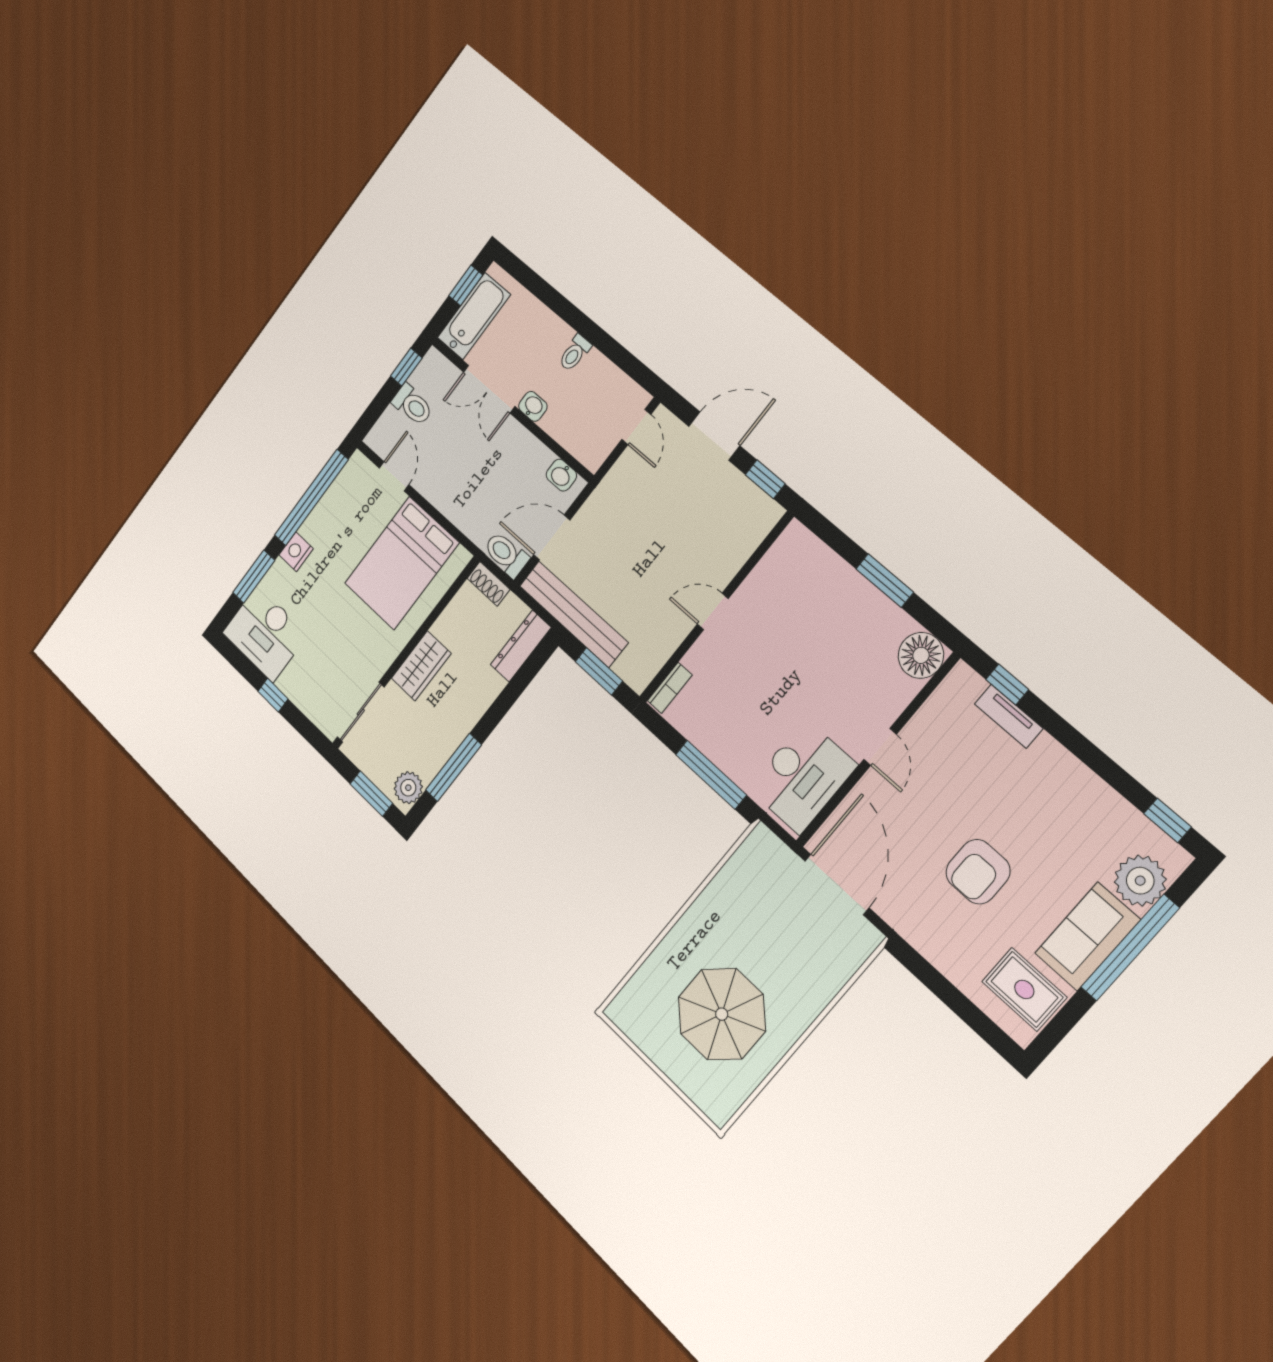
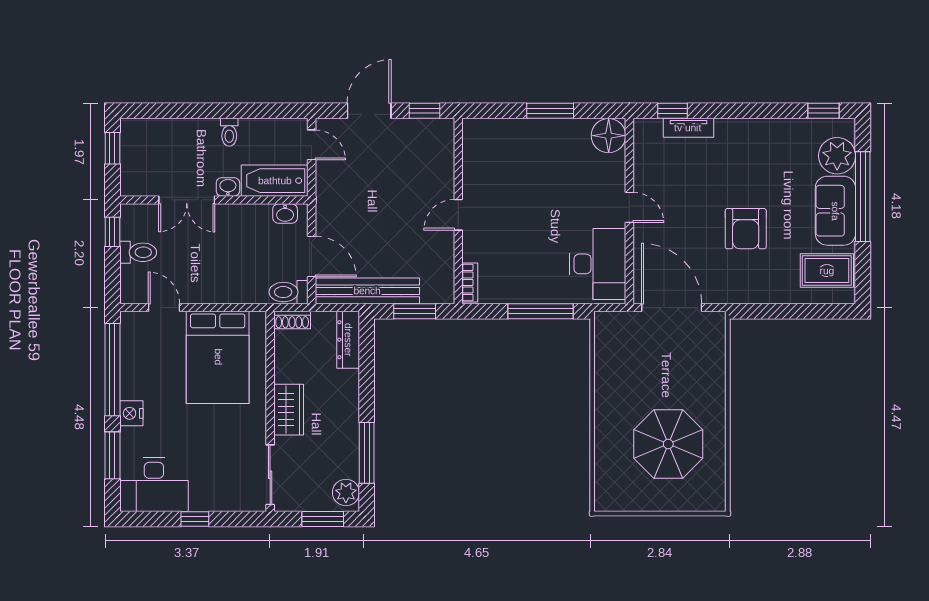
bathtub: (474, 316) -> (275, 181), moved, turned -90
door: (552, 537) -> (312, 257), swing flipped

